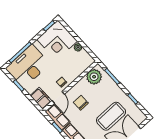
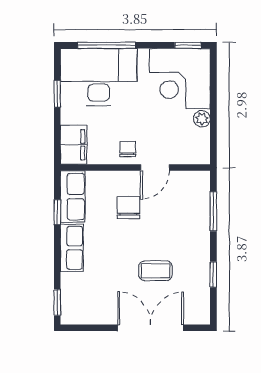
plant: (94, 77) -> (185, 186), removed
door: (58, 97) -> (155, 168), moved
coffee table: (111, 116) -> (156, 271), width x0.54, depth x0.58

